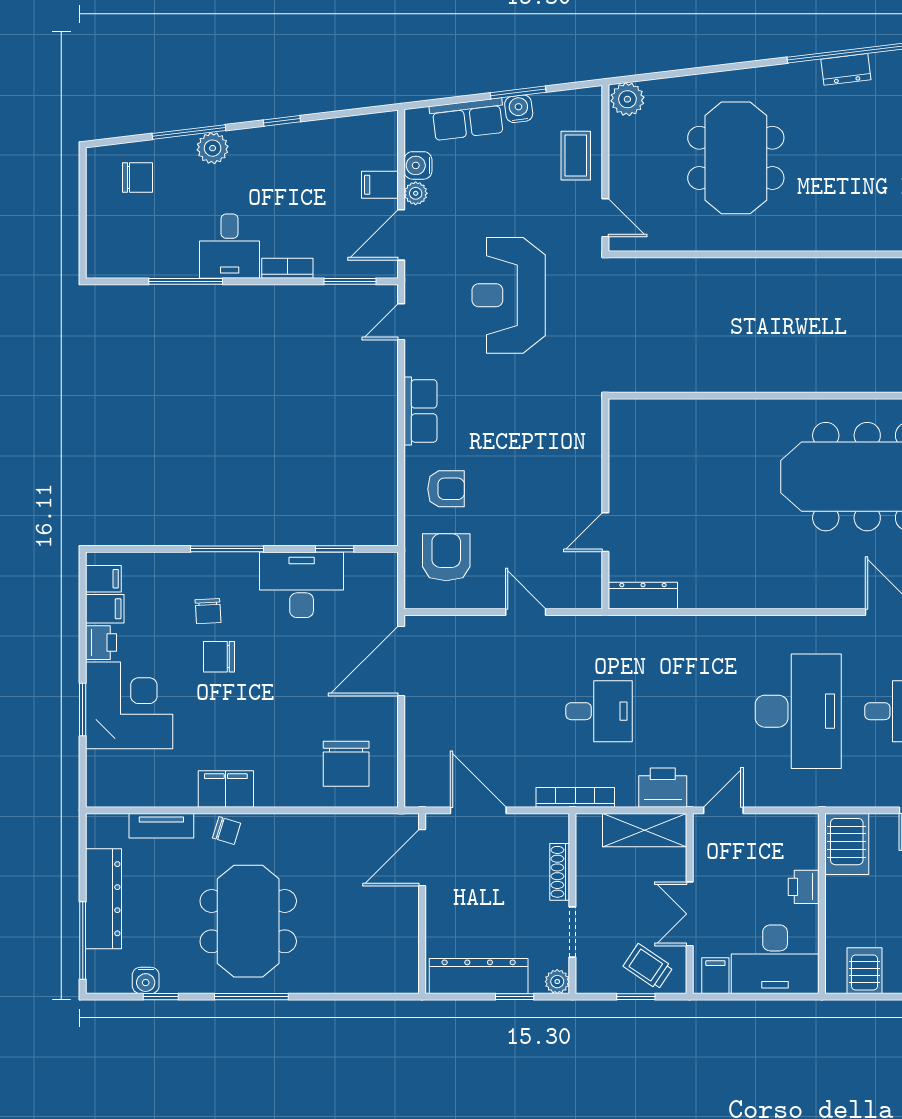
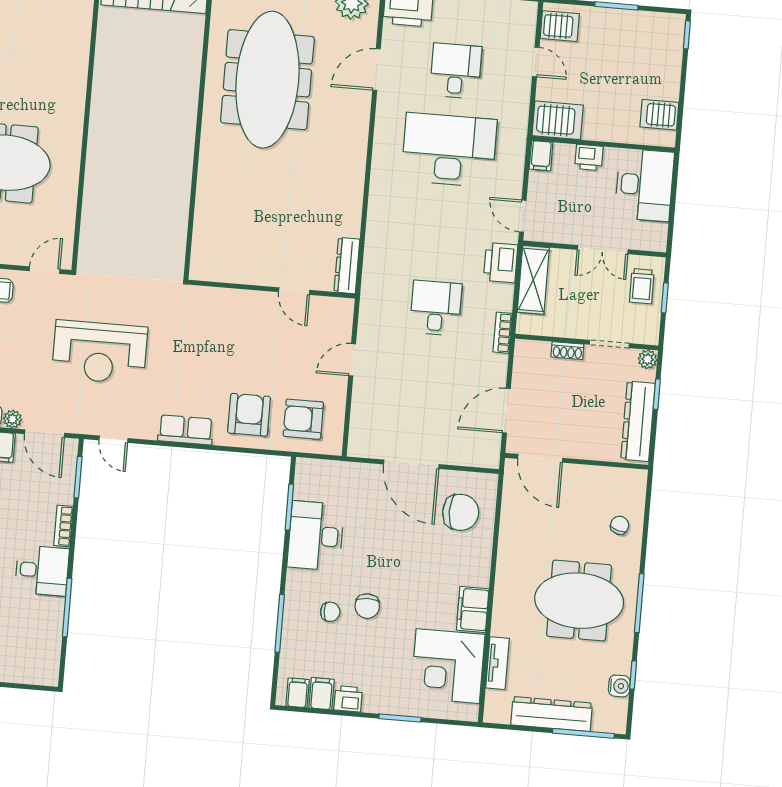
armchair: (446, 489) -> (249, 415), width x1.38, depth x1.38
window: (227, 549) -> (280, 623), moved
window: (335, 549) -> (289, 507), width x1.50
door: (401, 661) -> (411, 464), moved
corner desk: (129, 705) -> (448, 666), moved, turned -90
bookcase: (575, 797) -> (503, 333), width x0.64
chair: (227, 831) -> (620, 525), moved
shoe rack: (560, 872) -> (567, 351), width x0.70
trolley: (648, 967) -> (642, 286), turned -34
filing cabinet: (715, 976) -> (541, 156), moved, turned -90

